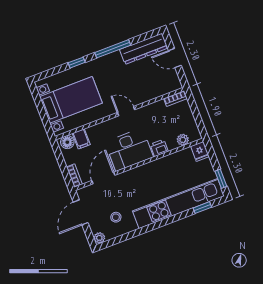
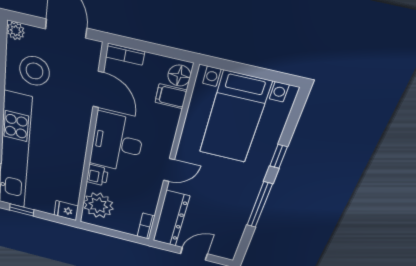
dresser: (144, 49) -> (171, 219), moved, turned 180
plant: (183, 140) -> (98, 205), width x1.87, depth x1.87
stool: (116, 217) -> (34, 71), width x1.89, depth x1.89

